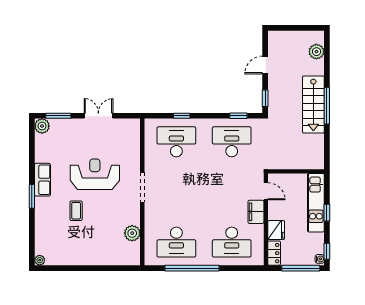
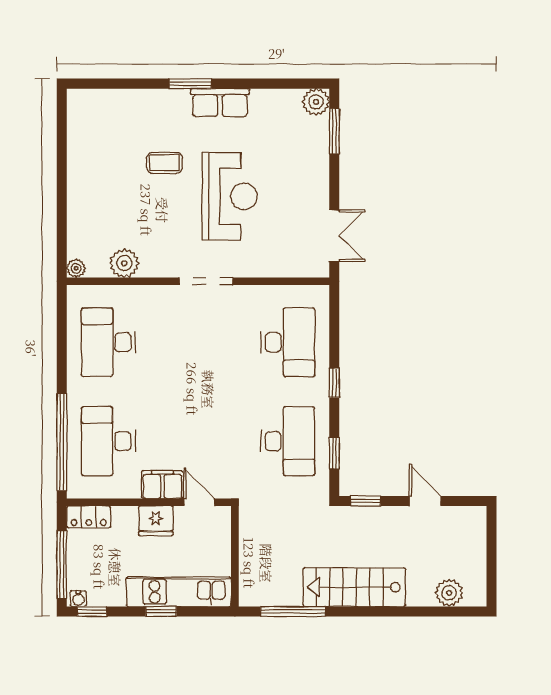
window: (327, 106) -> (293, 611), moved
double door: (98, 116) -> (334, 236), moved
window: (182, 116) -> (334, 383), moved
door: (266, 191) -> (199, 502), swing flipped
fridge: (276, 230) -> (156, 521), moved
plant: (40, 260) -> (76, 268), moved
window: (192, 268) -> (62, 442), moved

